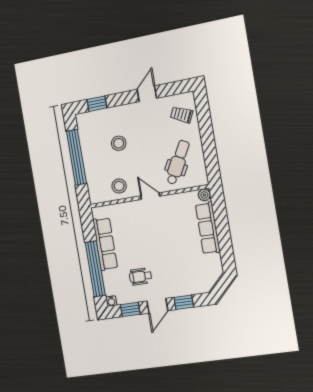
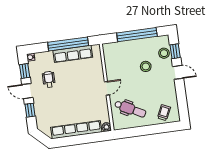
door: (147, 94) -> (178, 72), moved
stool: (119, 186) -> (164, 53), moved
row of seats: (208, 228) -> (76, 130), width x1.36
window: (95, 269) -> (68, 44), moved

